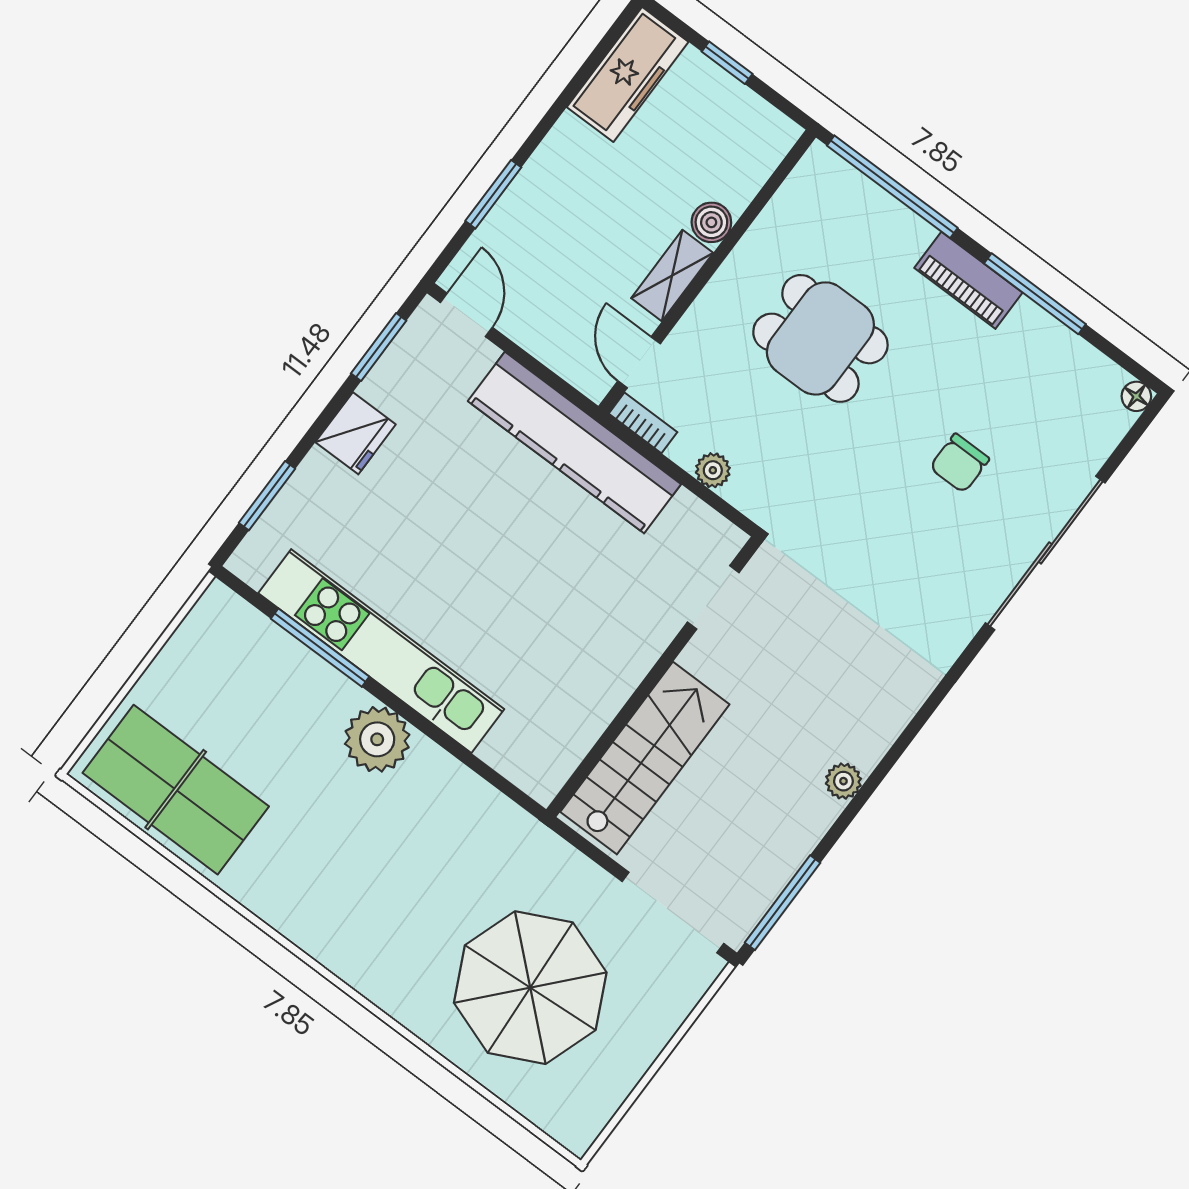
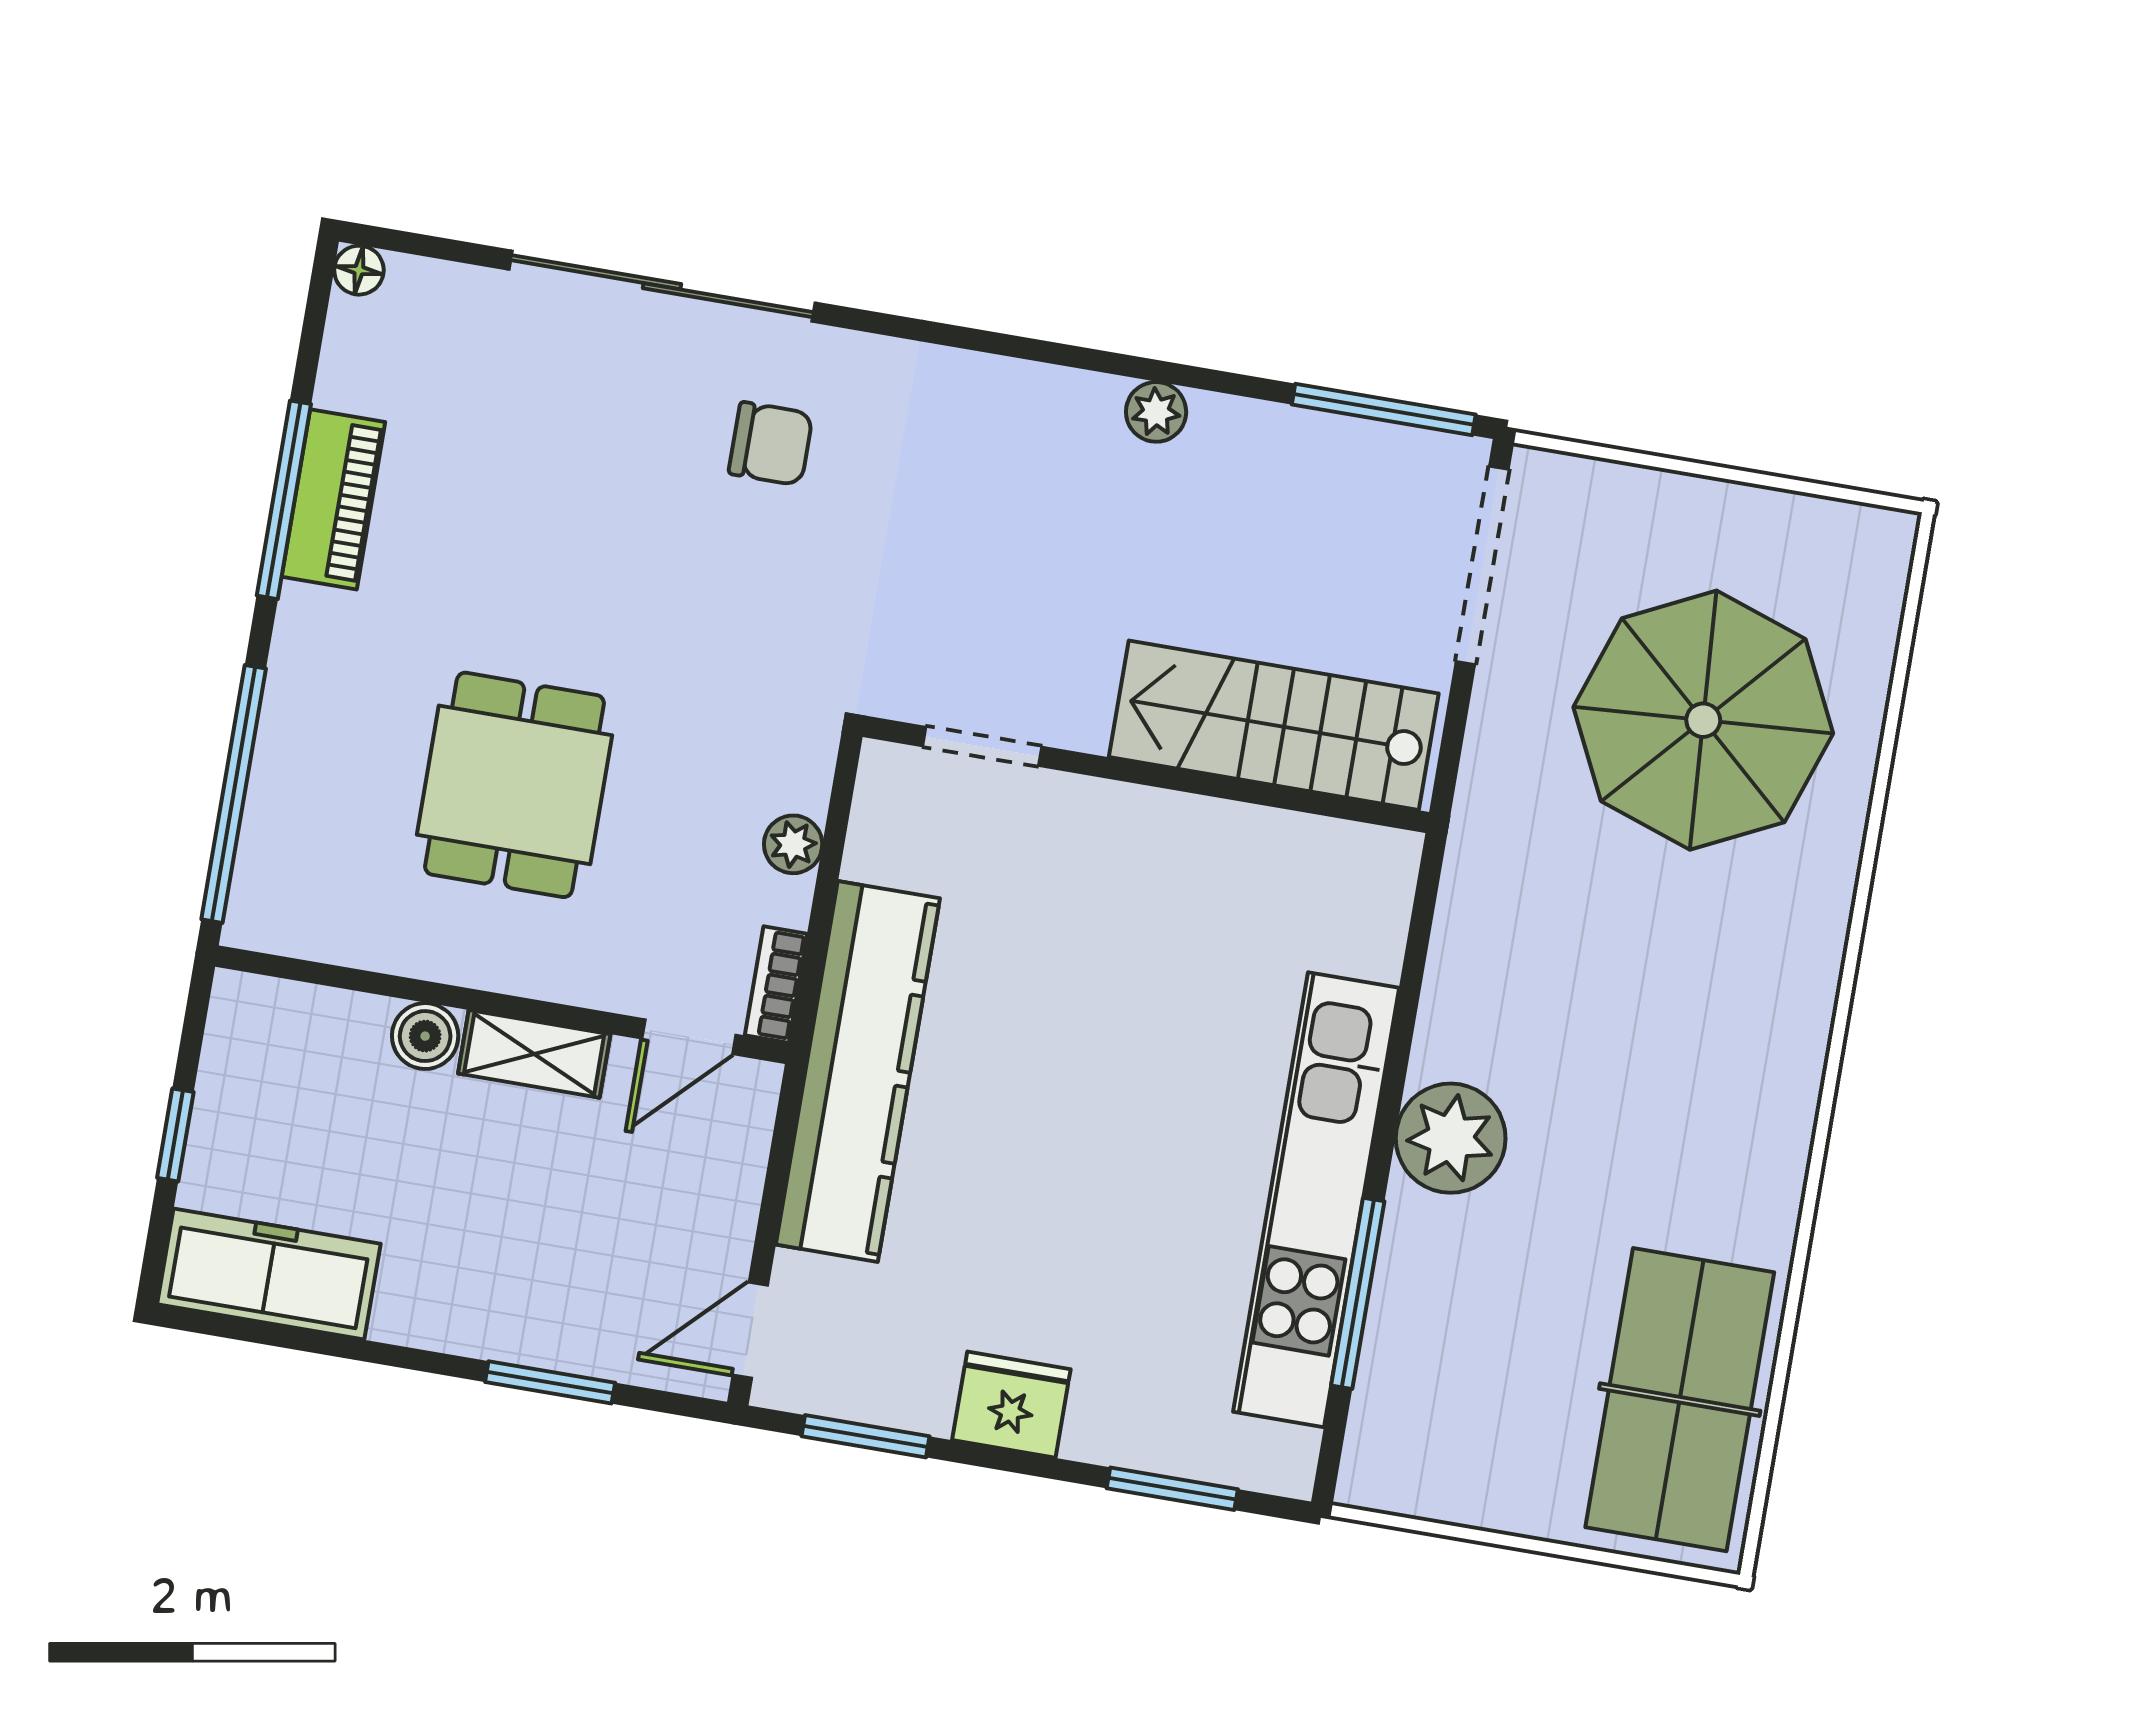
piano: (968, 280) -> (333, 499), moved
chair: (959, 463) -> (771, 444), moved

